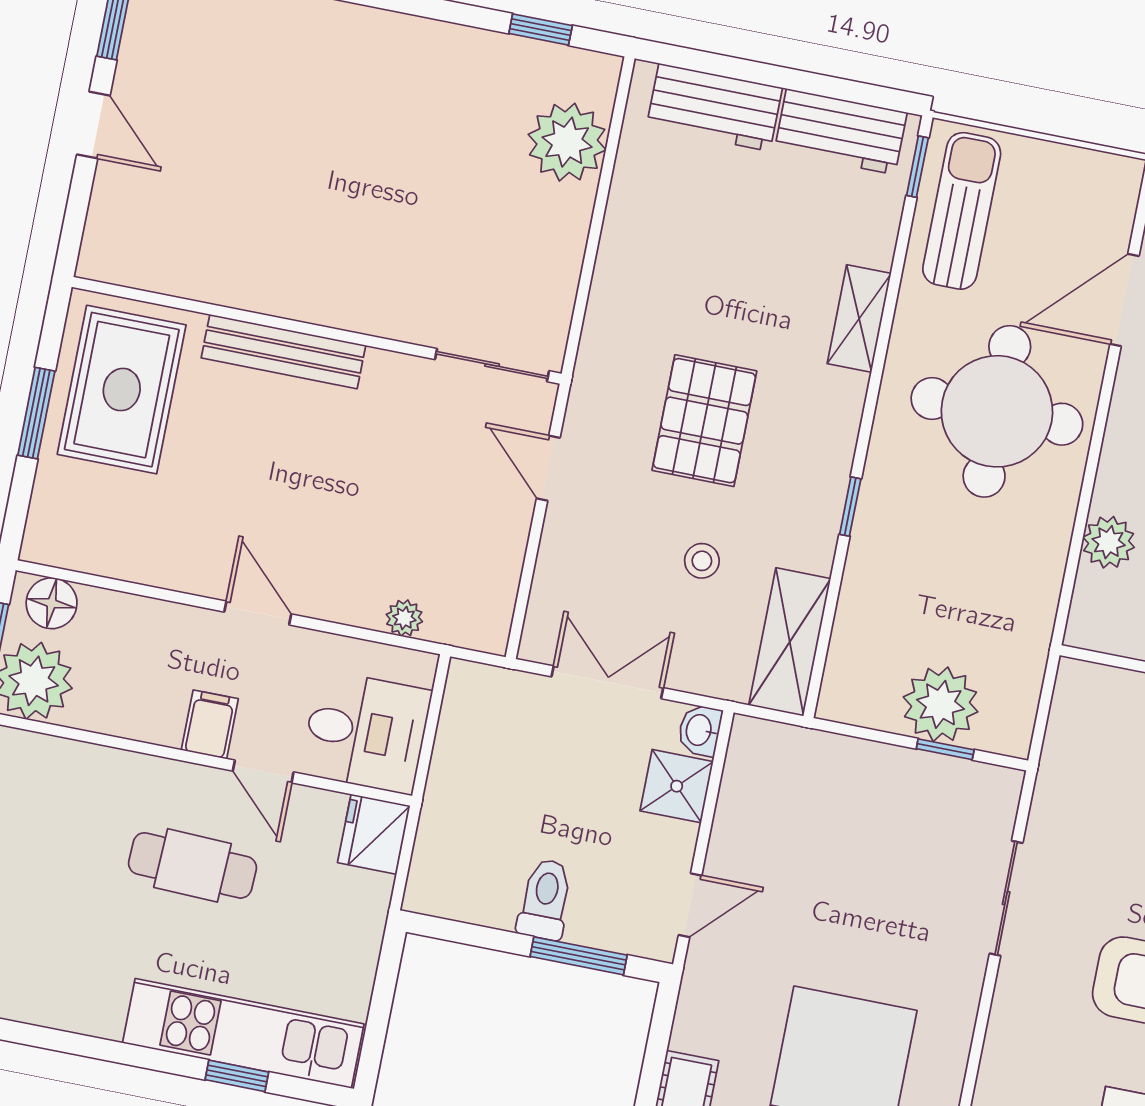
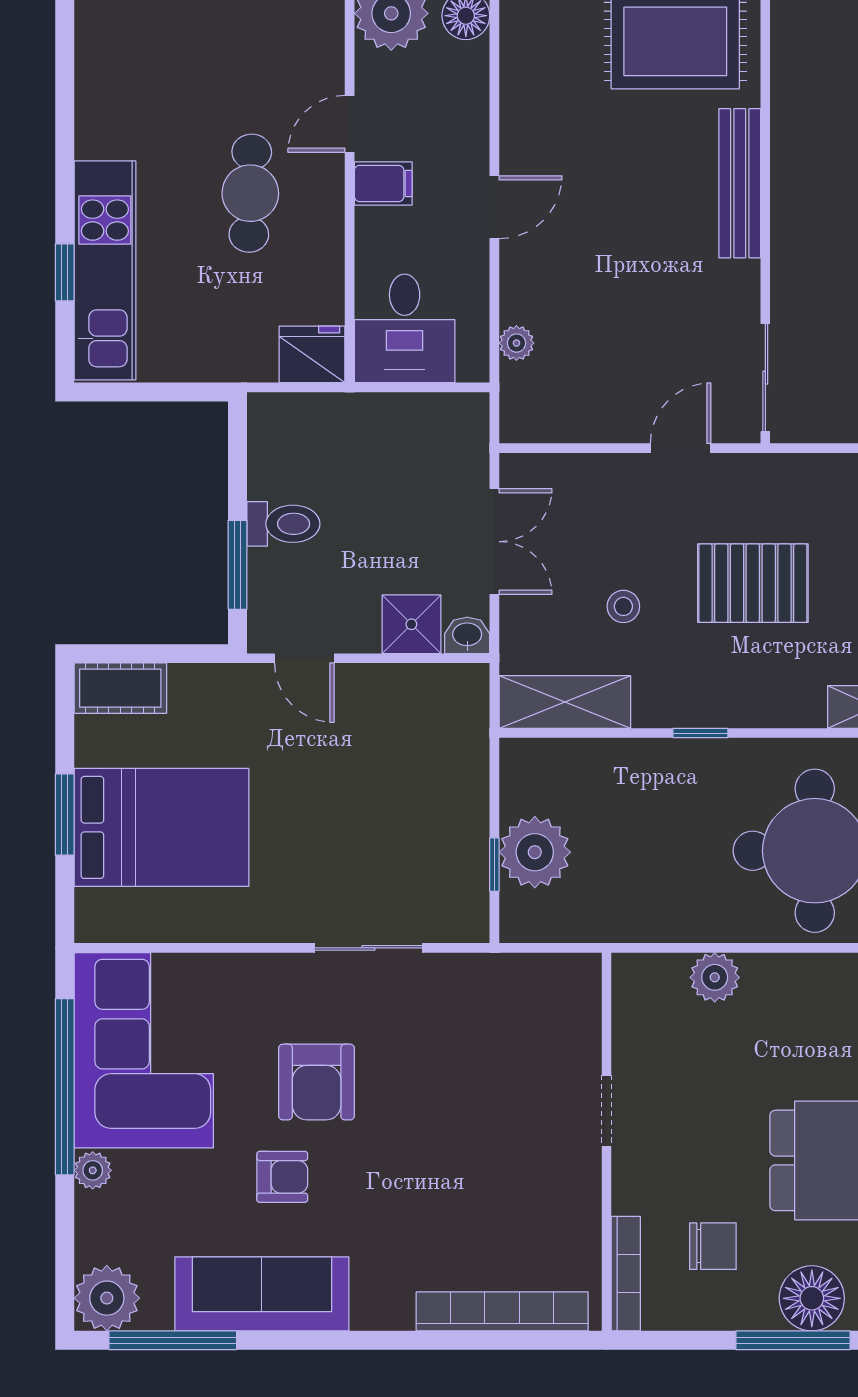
door: (263, 771) -> (350, 124), moved

